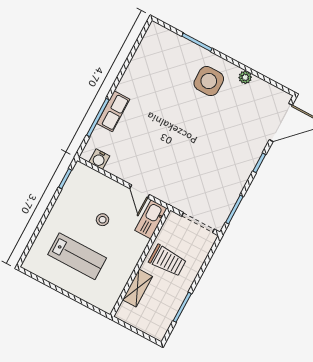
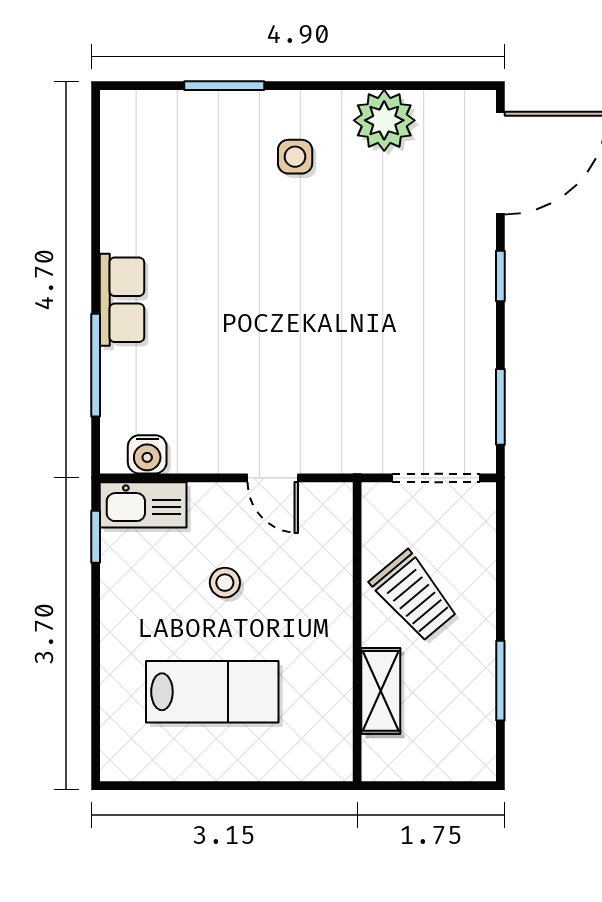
plant: (245, 77) -> (384, 120), width x1.87, depth x1.87
side table: (209, 81) -> (295, 157), width x0.54, depth x0.54
row of seats: (113, 111) -> (122, 300), moved
kitchen sink: (151, 219) -> (143, 505), moved, turned -90
trolley: (167, 261) -> (414, 596), turned 50

